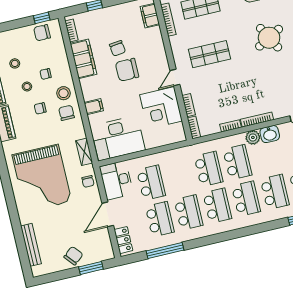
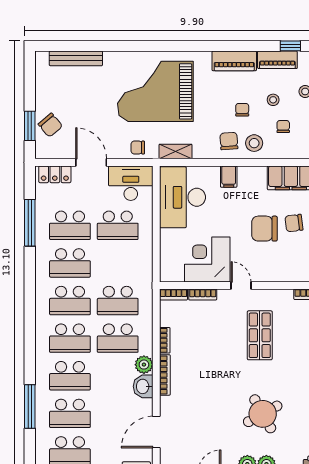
chair: (127, 70) -> (264, 229), turned -90
chair: (67, 113) -> (229, 141), turned -94
chair: (73, 256) -> (50, 125), moved

